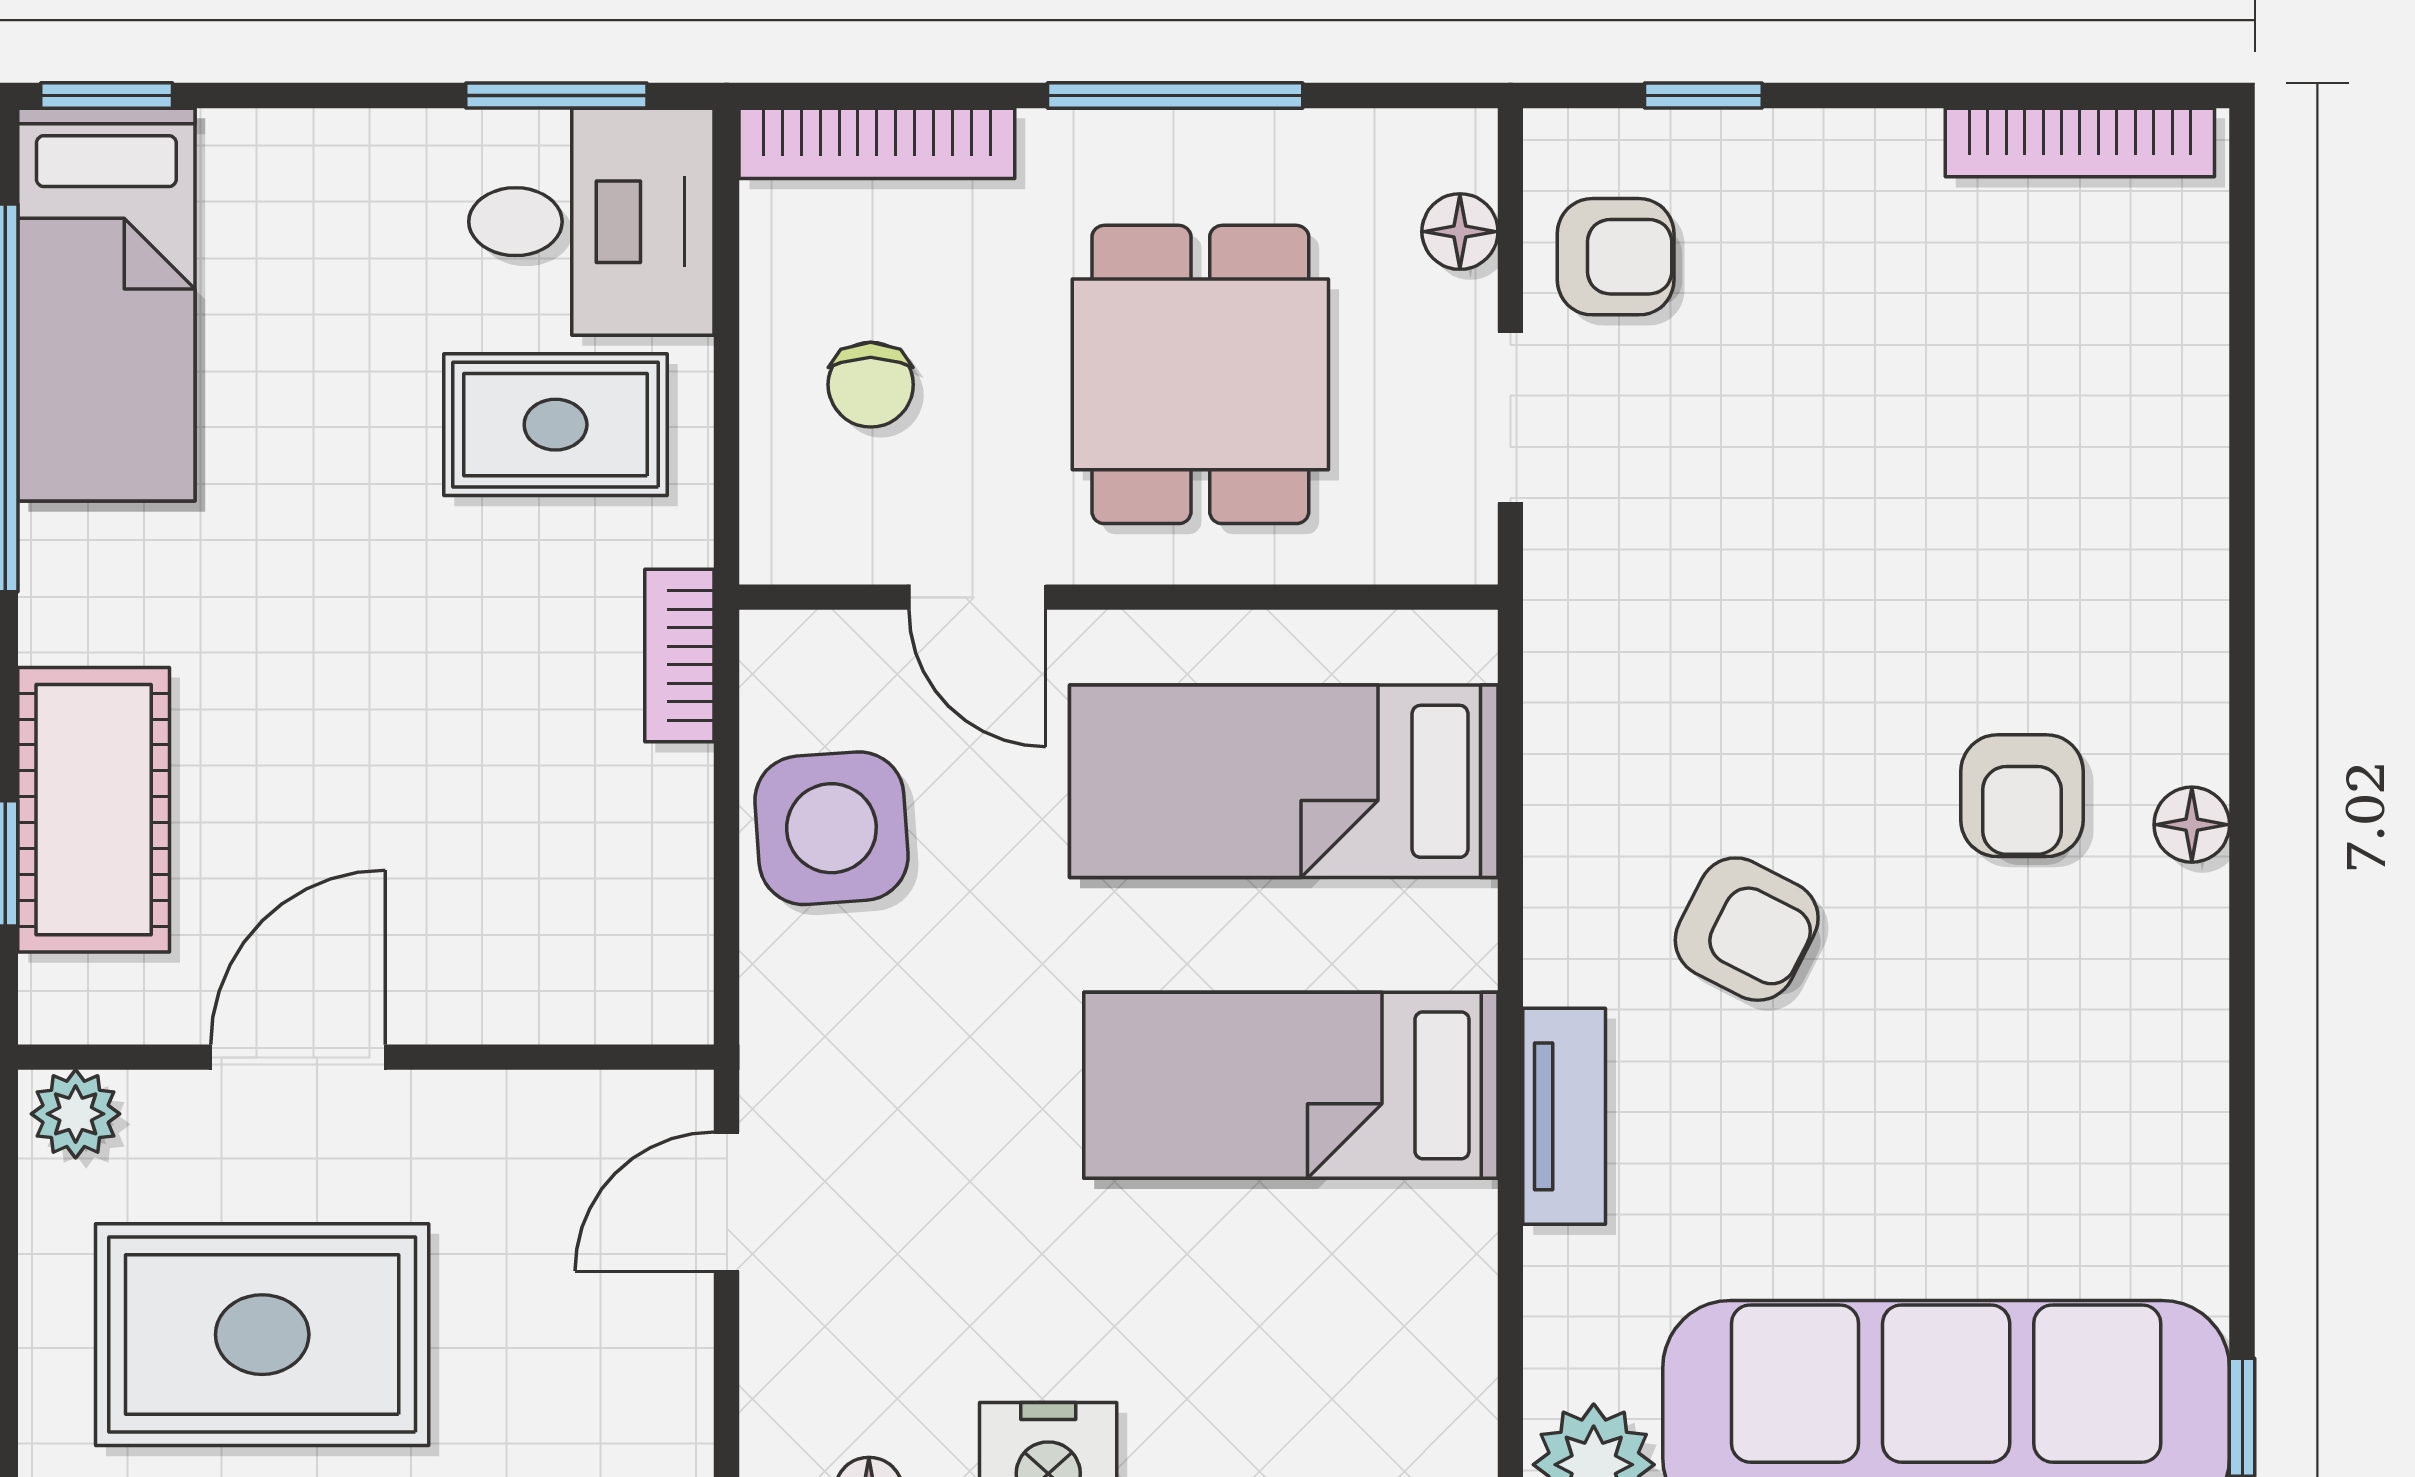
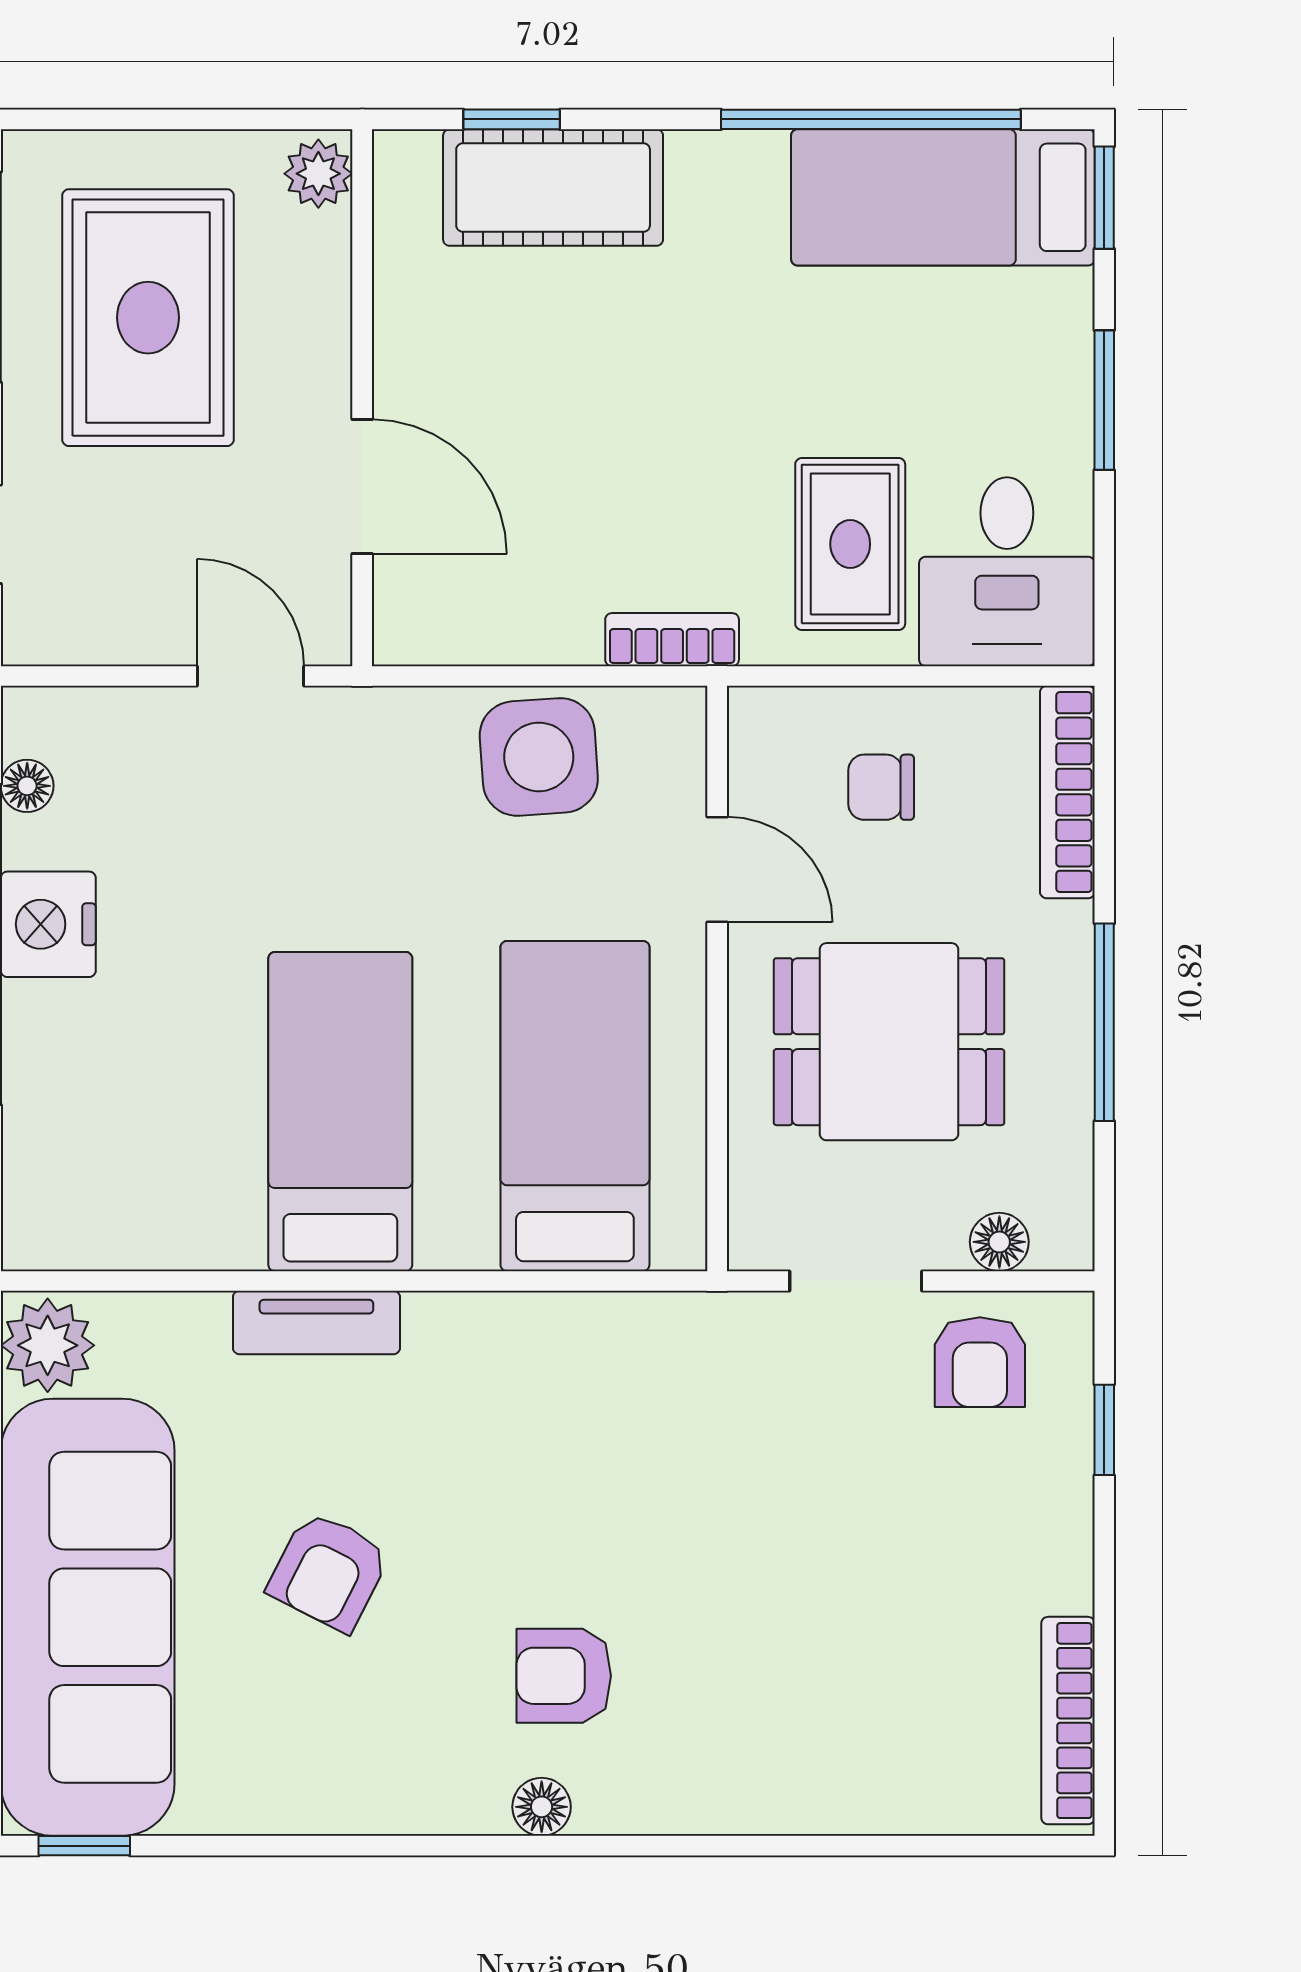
window: (556, 95) -> (1104, 400), moved
door: (977, 597) -> (717, 869), swing flipped
armchair: (1747, 929) -> (329, 1571), moved
door: (298, 1057) -> (362, 487), moved

